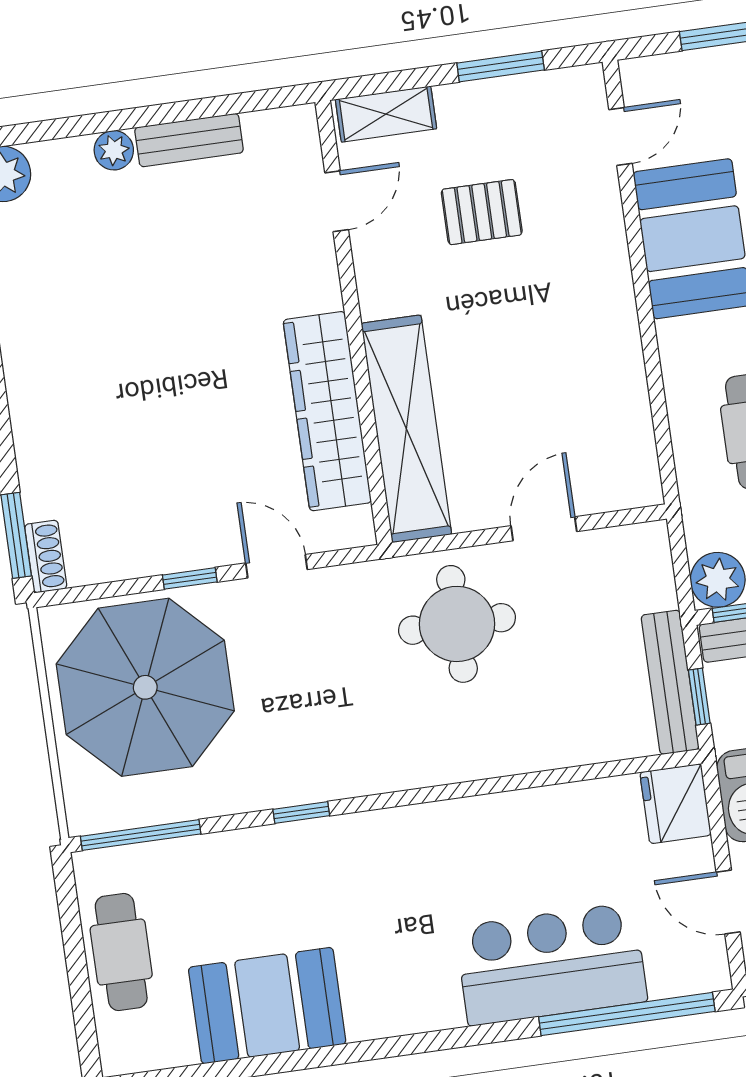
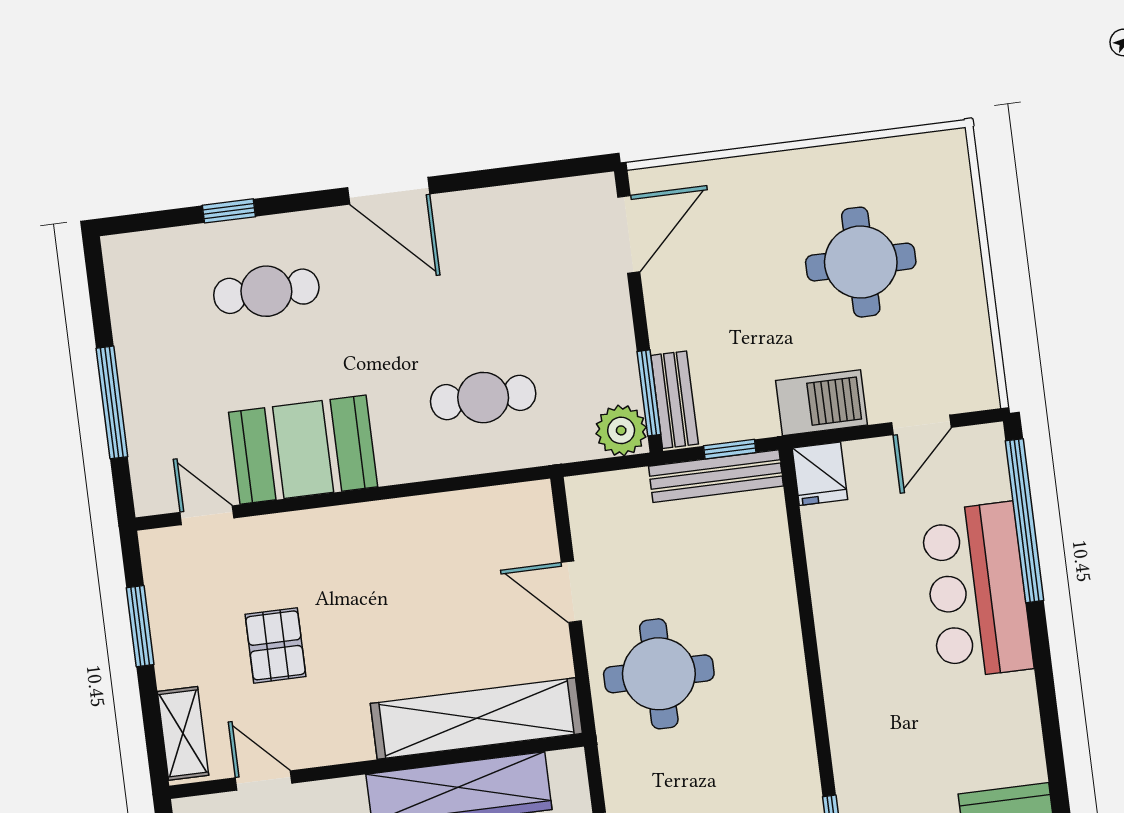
fridge: (676, 804) -> (820, 474), width x0.72

